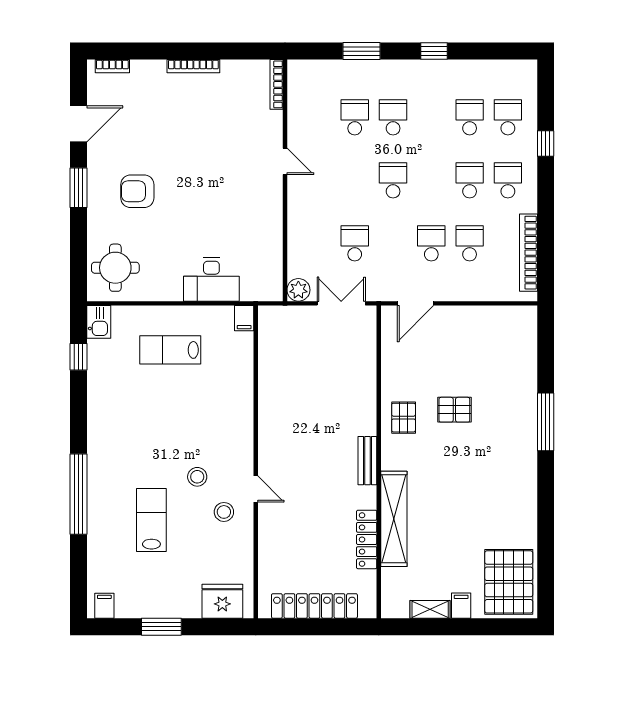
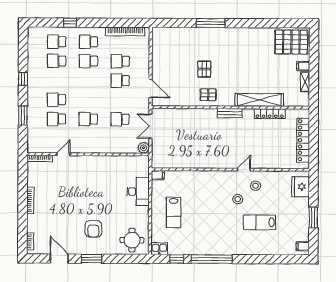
door: (285, 161) -> (63, 154), moved
school desk: (393, 180) -> (88, 119), moved
window: (78, 494) -> (212, 259), moved

